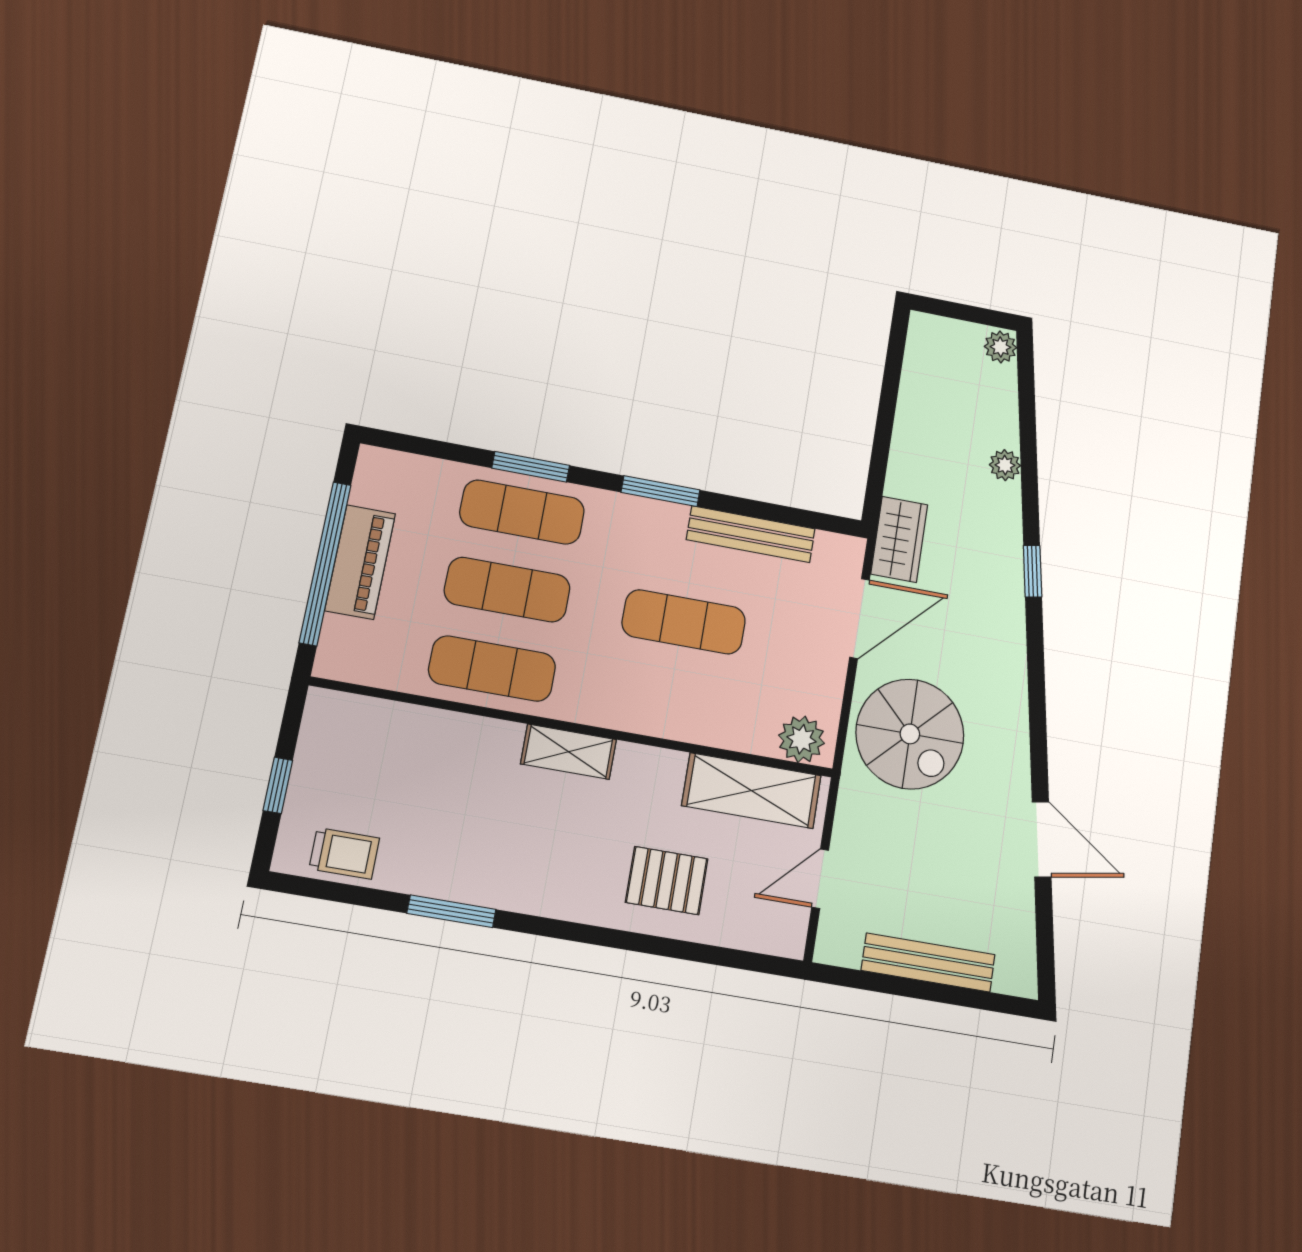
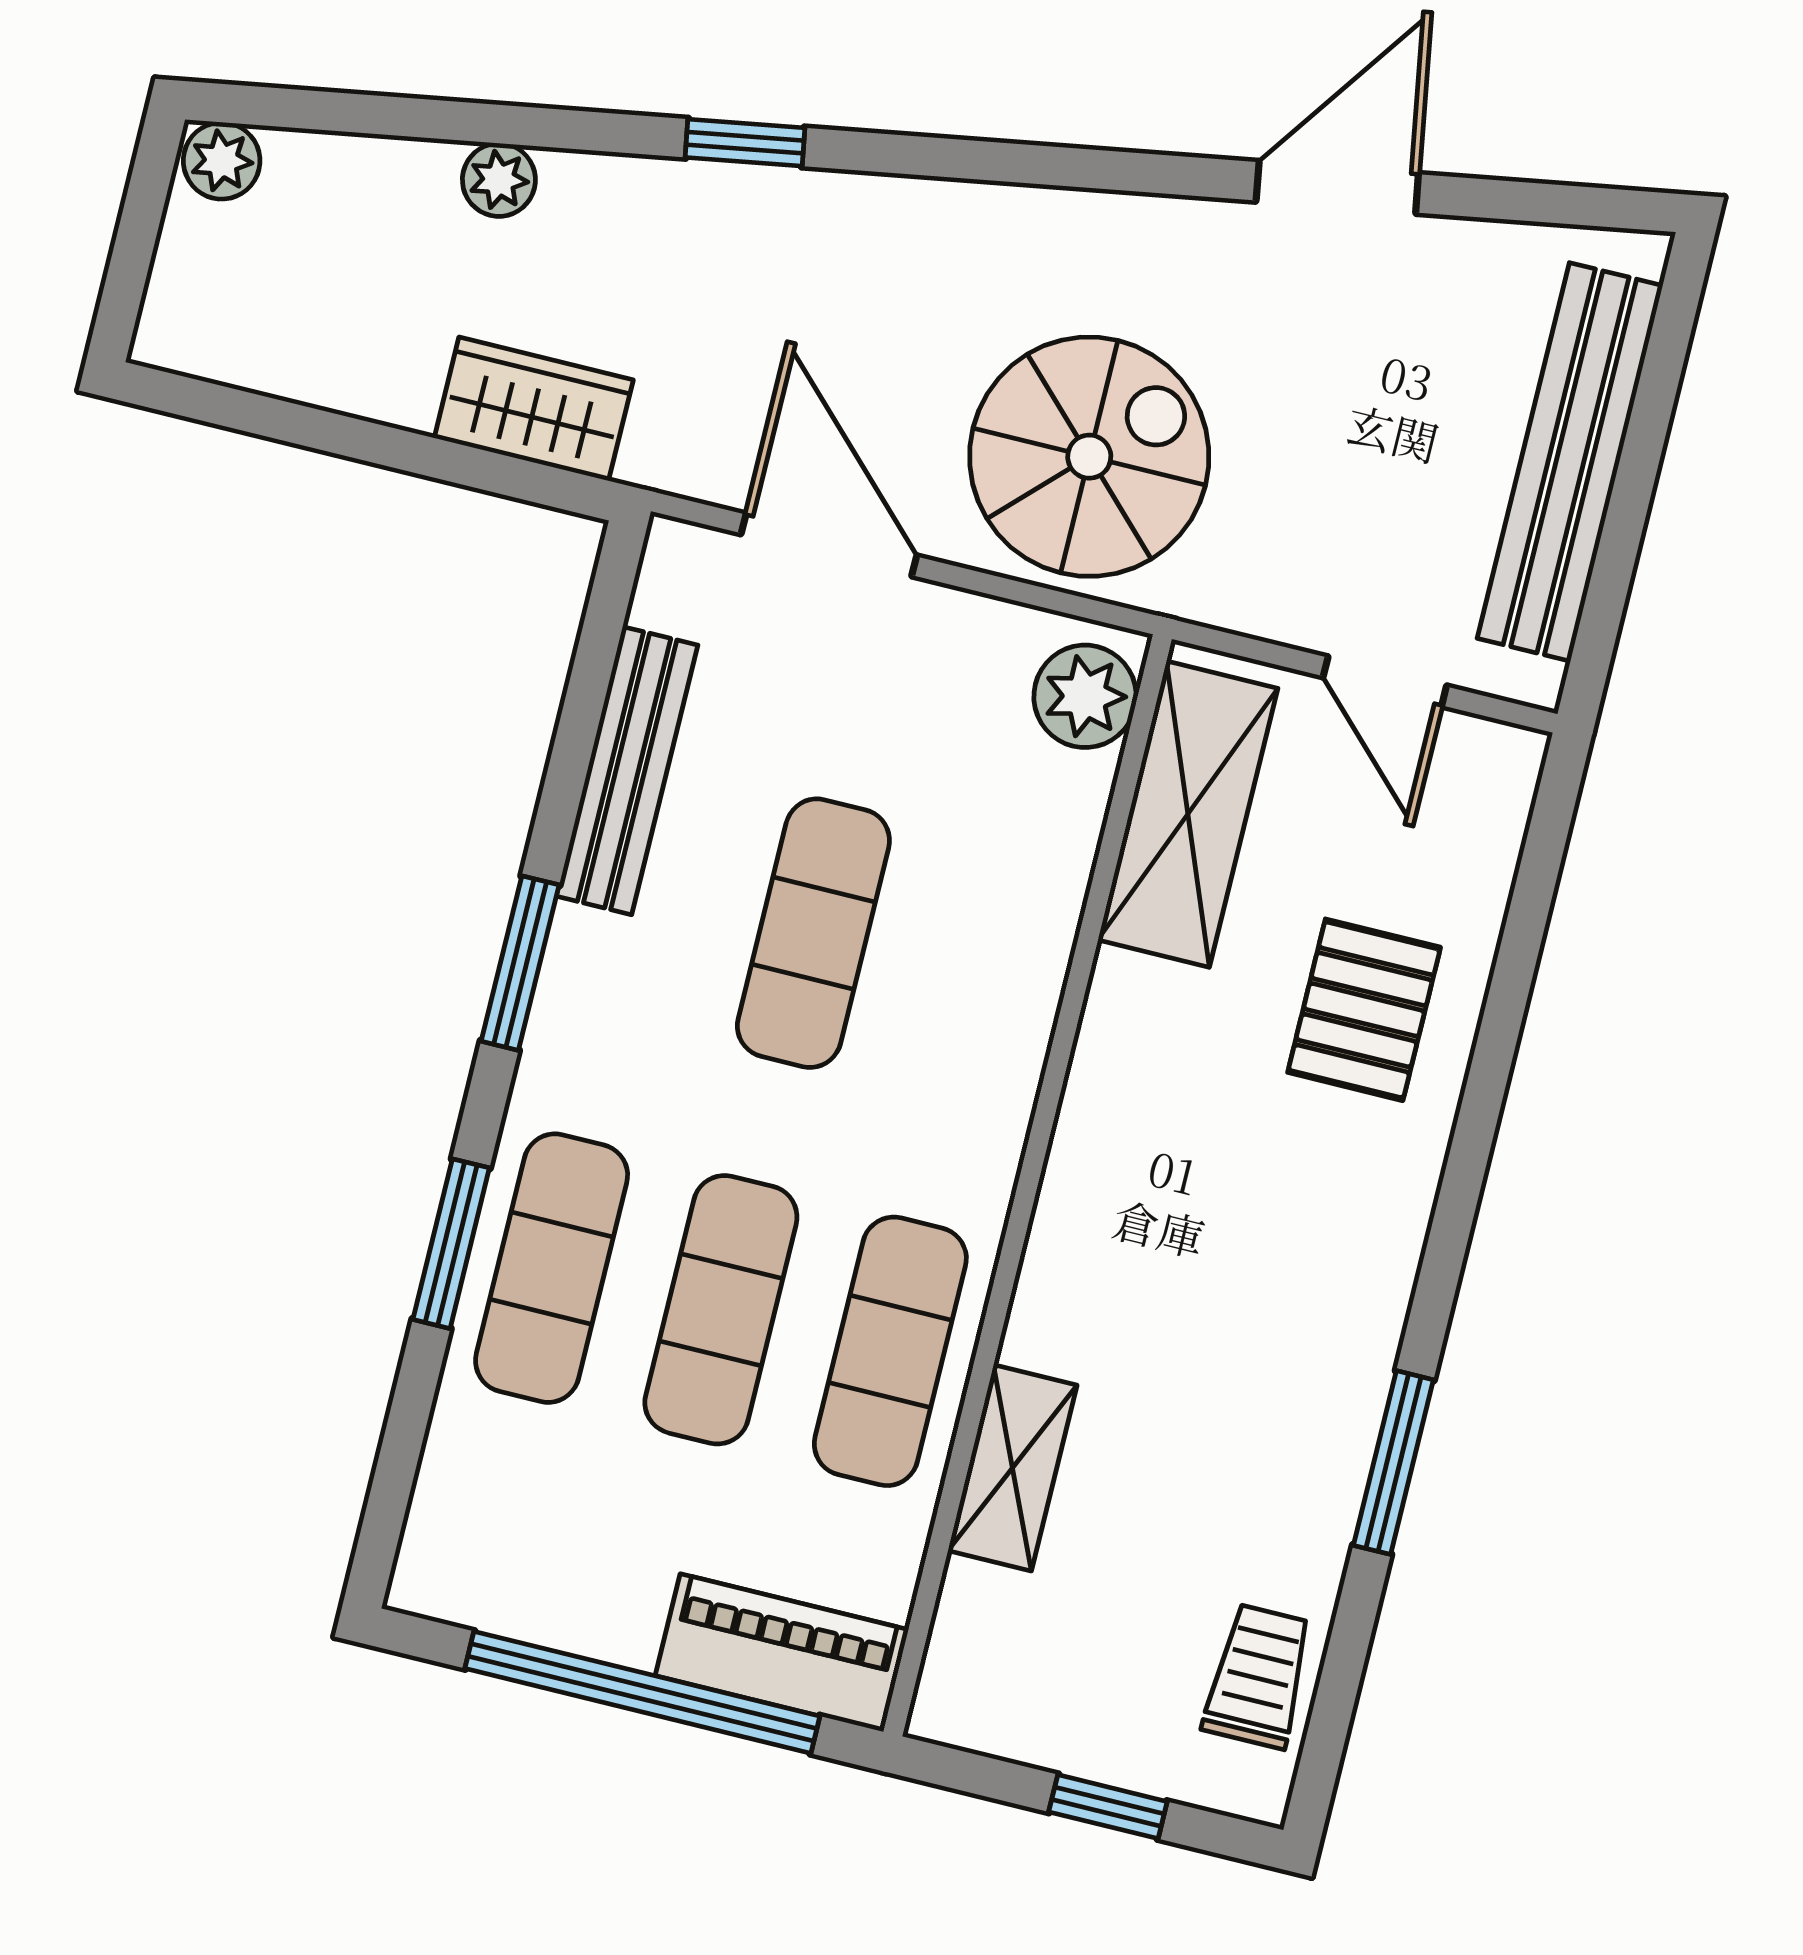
wardrobe: (899, 539) -> (534, 409), moved
piano: (360, 562) -> (782, 1653), moved
shelving: (568, 752) -> (1012, 1468), moved
bench: (928, 963) -> (1570, 462), width x1.37, depth x1.21

